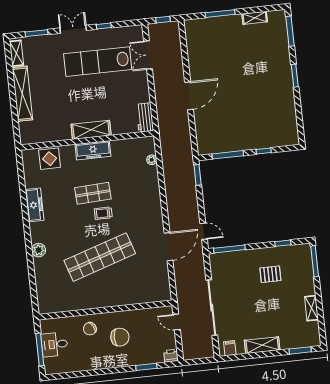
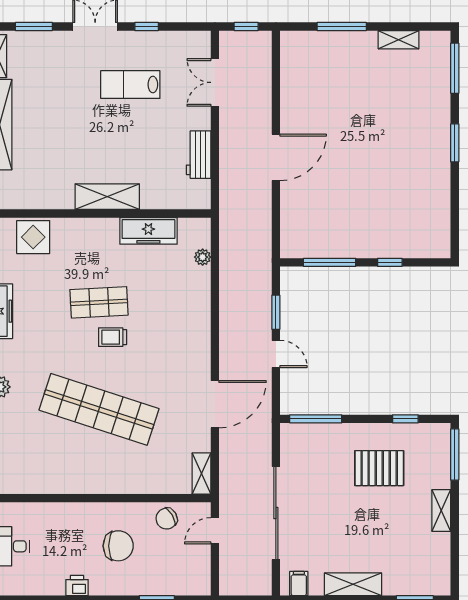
lab bench: (98, 62) -> (130, 85), width x0.54, depth x0.72
workbench: (145, 118) -> (199, 155), moved
freezer: (93, 150) -> (148, 231), moved
window: (198, 175) -> (276, 312), moved
door: (204, 231) -> (276, 354), moved
shop shelf: (100, 257) -> (99, 409), turned 36
pallet: (270, 274) -> (379, 468), width x1.50, depth x1.42
shelving: (165, 289) -> (202, 473), added
shelving: (311, 308) -> (441, 510), moved
door: (177, 322) -> (215, 531), hinge flipped
chair: (90, 329) -> (167, 519), moved
printer: (171, 356) -> (77, 586), moved

